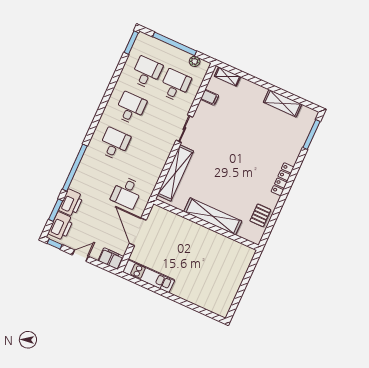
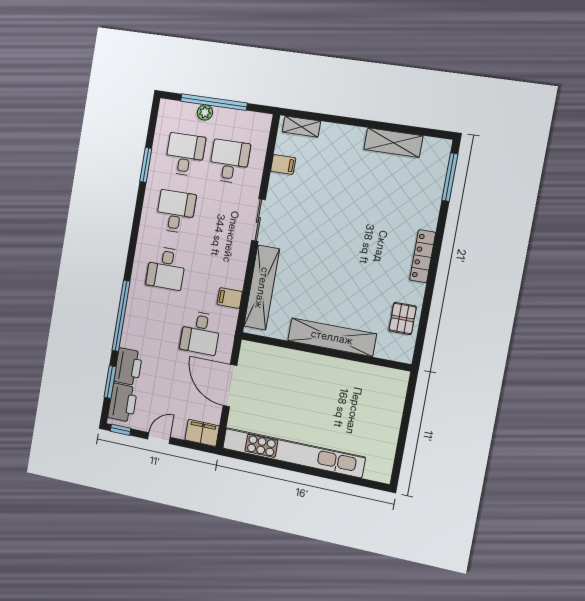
window: (131, 43) -> (146, 165), moved
plant: (195, 61) -> (205, 112), moved
desk: (114, 144) -> (166, 268), turned 180
filing cabinet: (152, 174) -> (230, 298), added
kitchen unit: (149, 276) -> (293, 453), width x1.86

